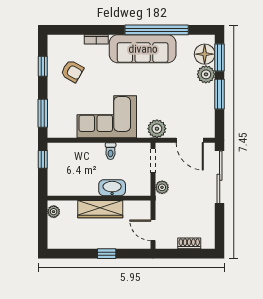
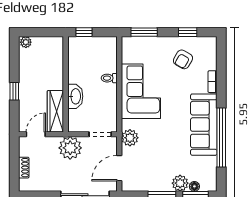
floor lamp: (205, 54) -> (194, 186), width x0.53, depth x0.53
toilet: (111, 151) -> (109, 78), moved
window: (43, 159) -> (84, 32), moved
plant: (162, 187) -> (70, 148), width x1.87, depth x1.87
wardrobe: (100, 209) -> (55, 111), moved
plant: (54, 212) -> (26, 42), moved

